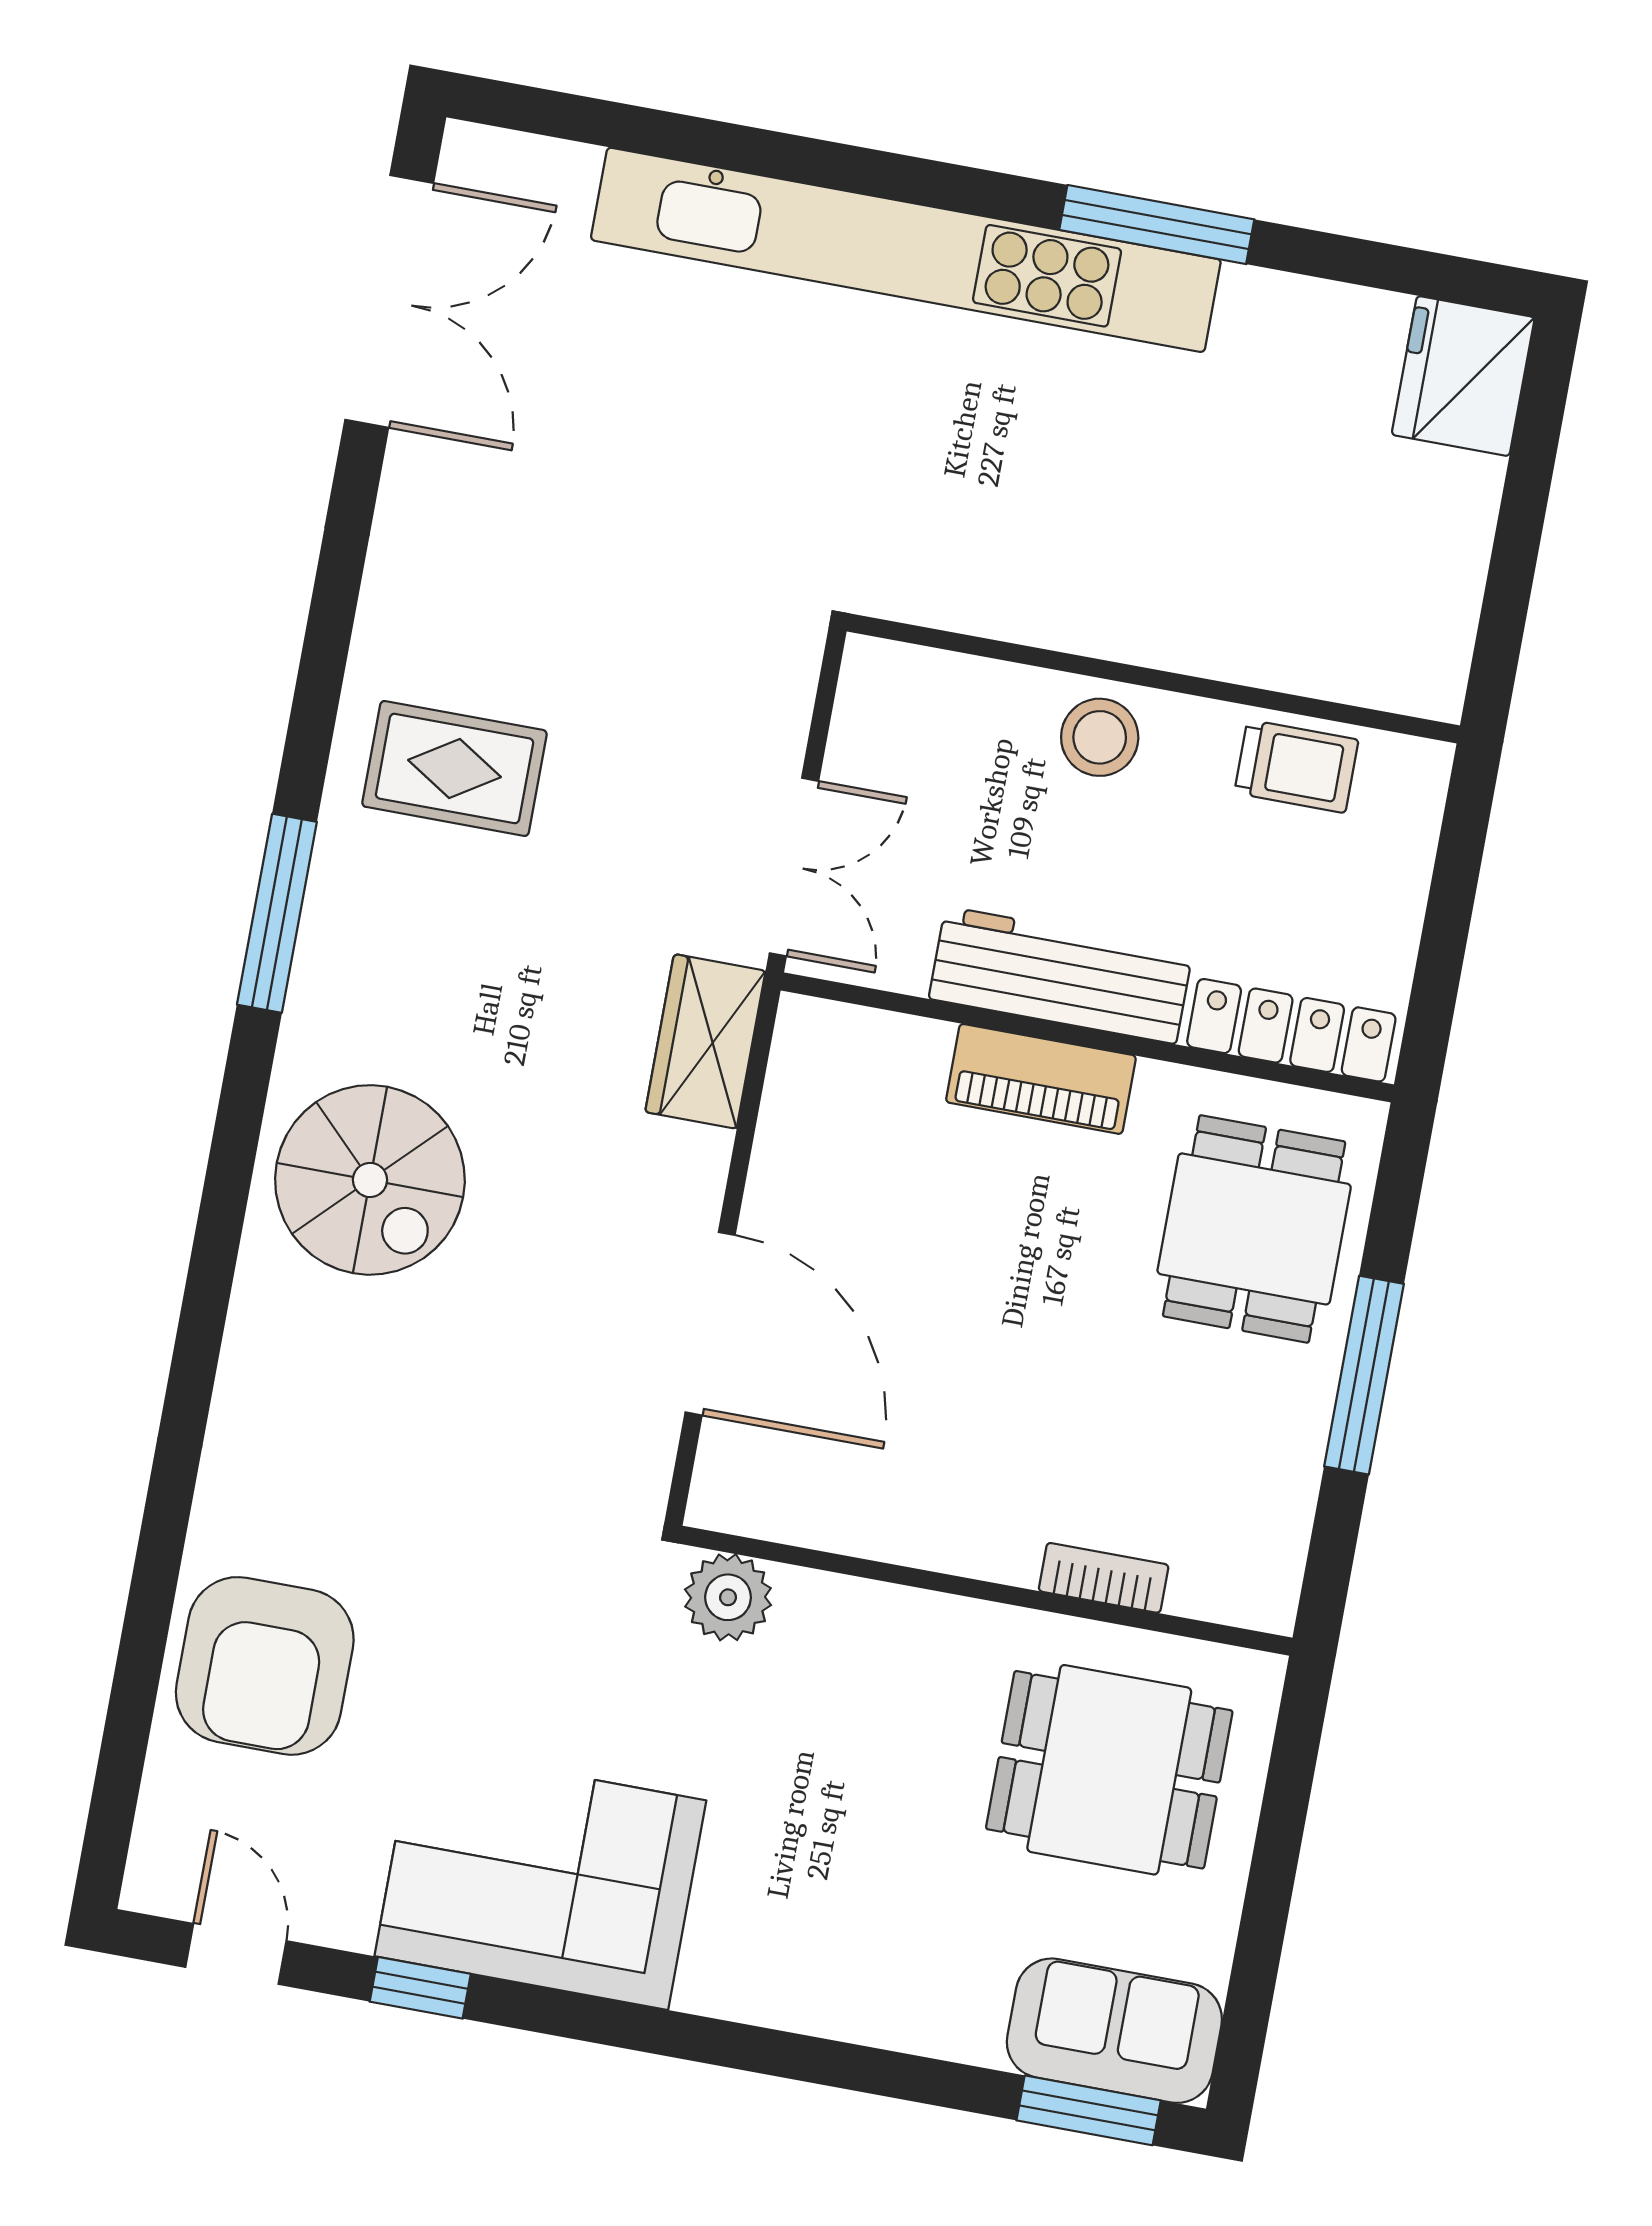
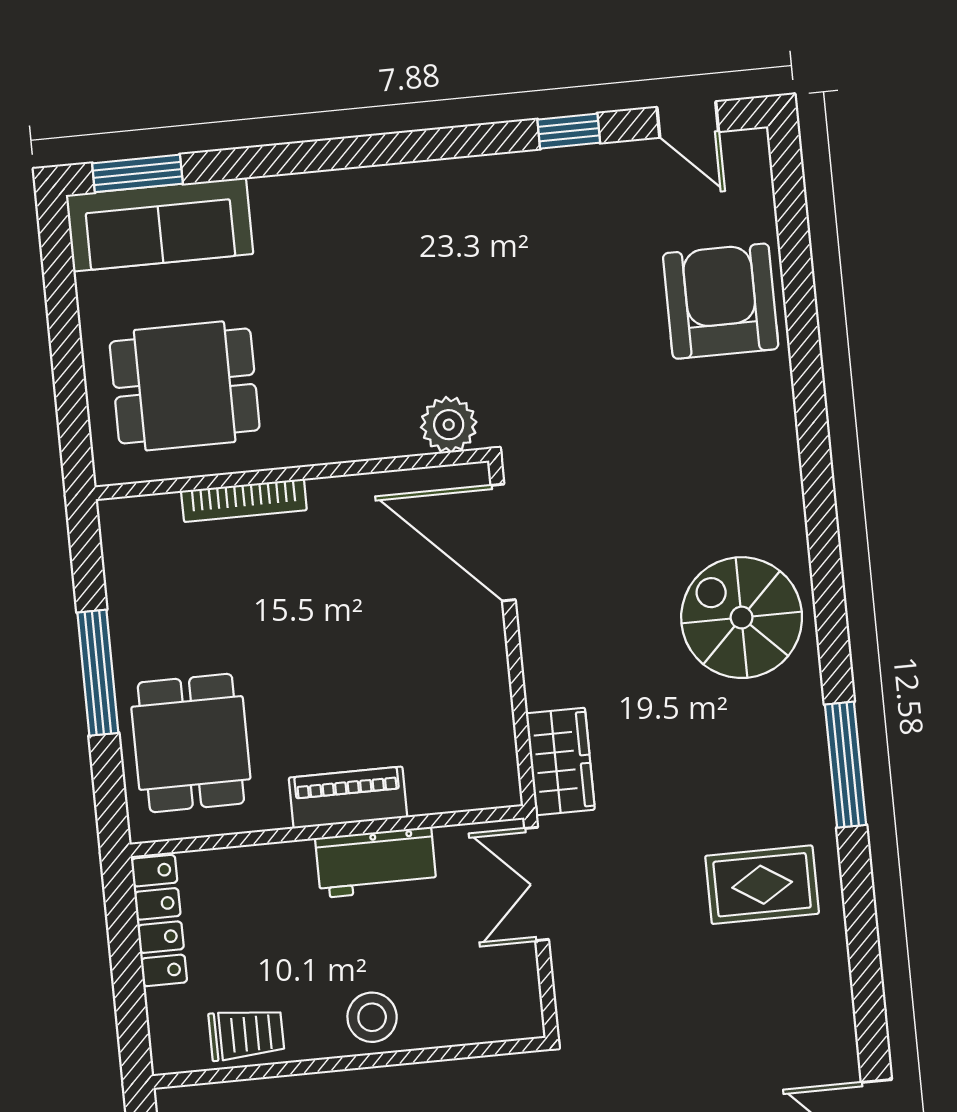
trolley: (1296, 766) -> (246, 1034), turned 180
workbench: (1061, 975) -> (376, 862), width x0.73
locker: (1291, 1030) -> (159, 921), moved, turned -90
door: (710, 1324) -> (503, 543), moved
bookcase: (1104, 1578) -> (244, 500), width x1.56
corner sofa: (540, 1878) -> (514, 219), removed
sofa: (1114, 2031) -> (160, 225), width x1.36

